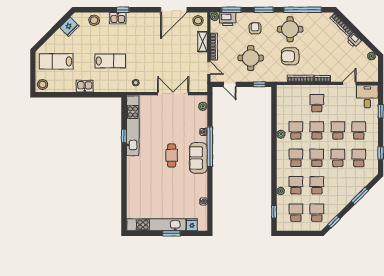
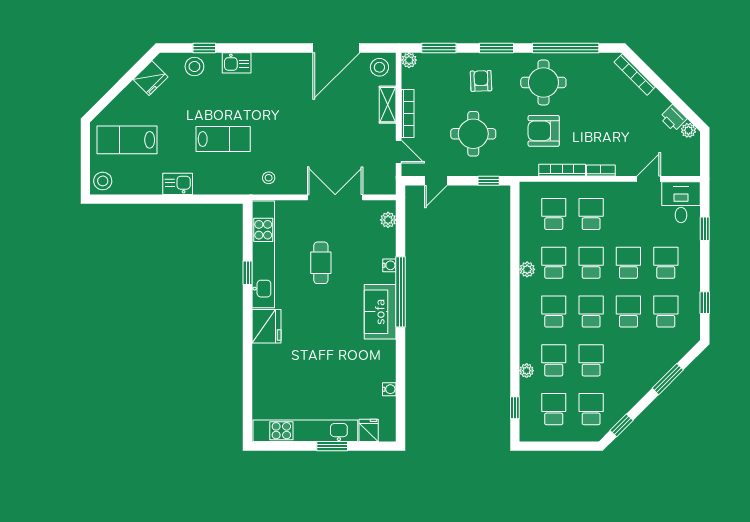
window: (123, 10) -> (204, 48), moved
printer: (228, 19) -> (432, 64), removed
printer: (354, 40) -> (673, 118), moved
door: (230, 84) -> (436, 181), hinge flipped
school desk: (296, 103) -> (554, 214), added
cafe table: (172, 155) -> (321, 263), moved
fridge: (135, 166) -> (267, 326), added

